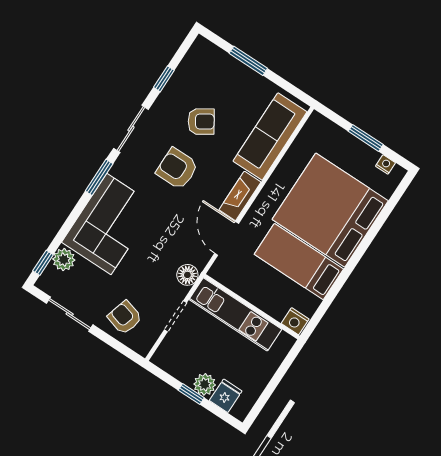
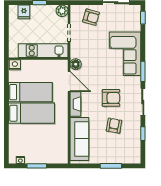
armchair: (201, 121) -> (114, 126), turned 133
bed: (330, 210) -> (32, 113), width x0.49
plant: (64, 260) -> (135, 25), removed
floor lamp: (187, 275) -> (76, 64), moved
plant: (205, 384) -> (62, 11), moved

